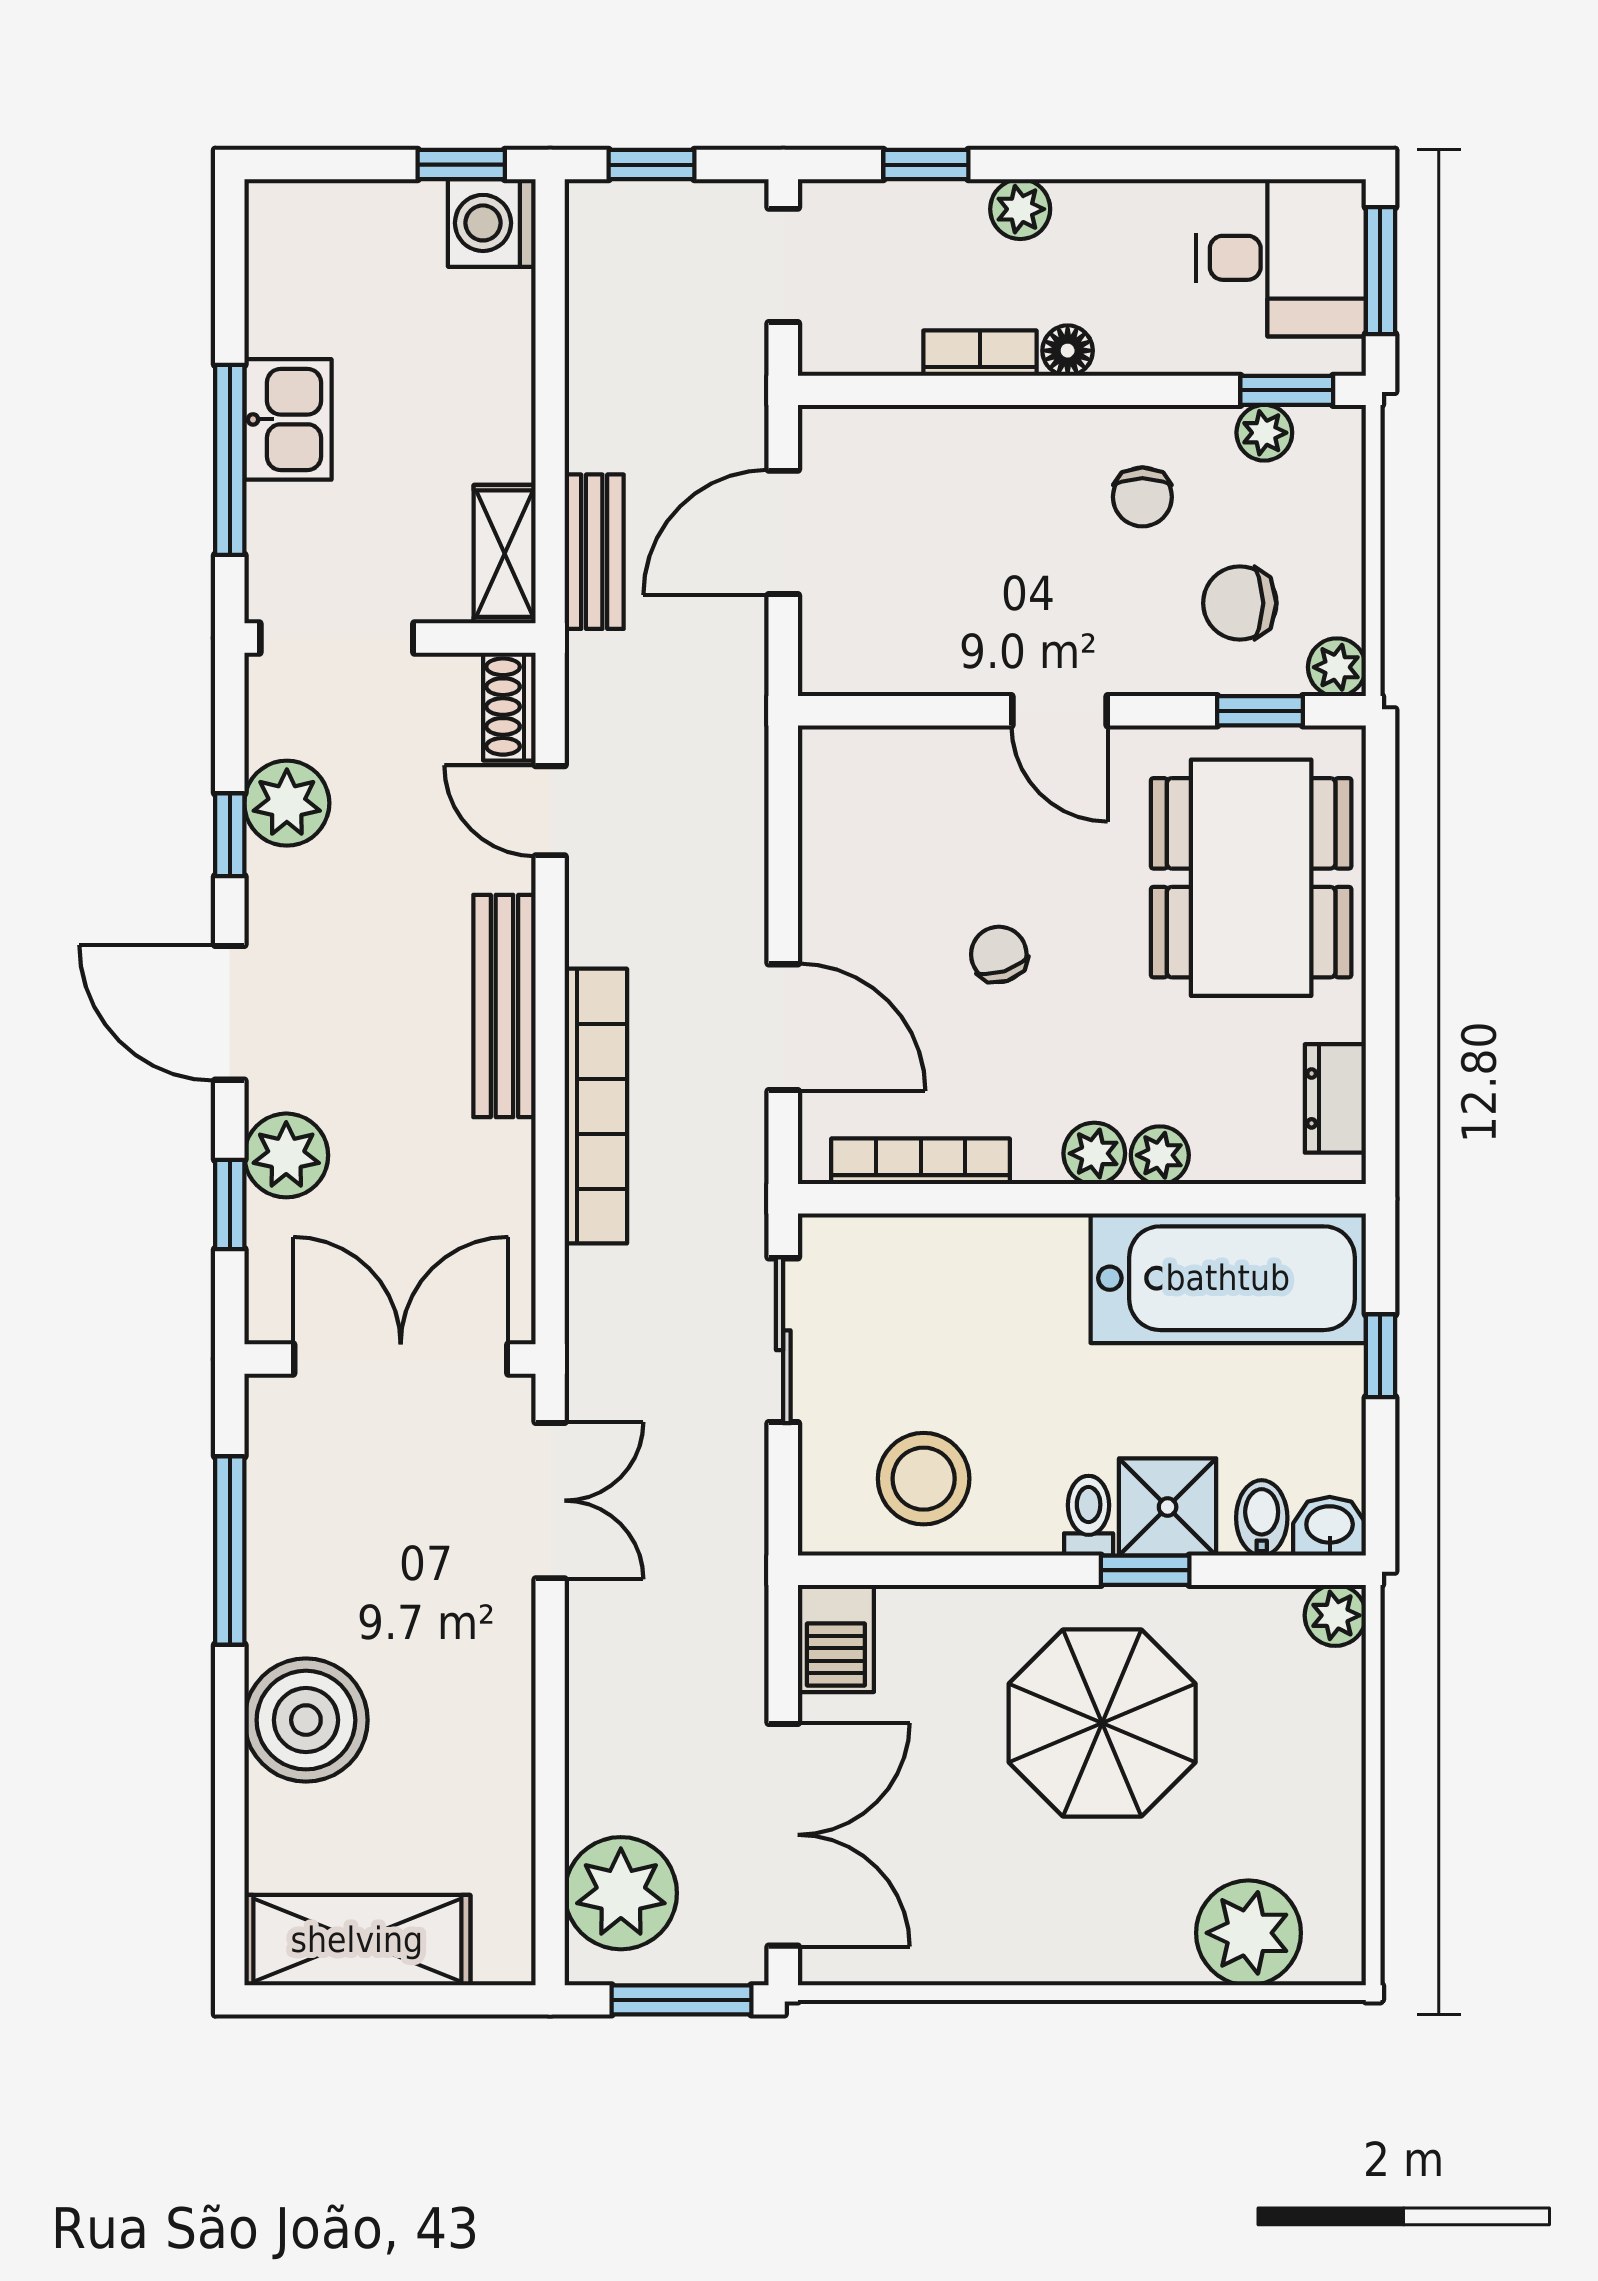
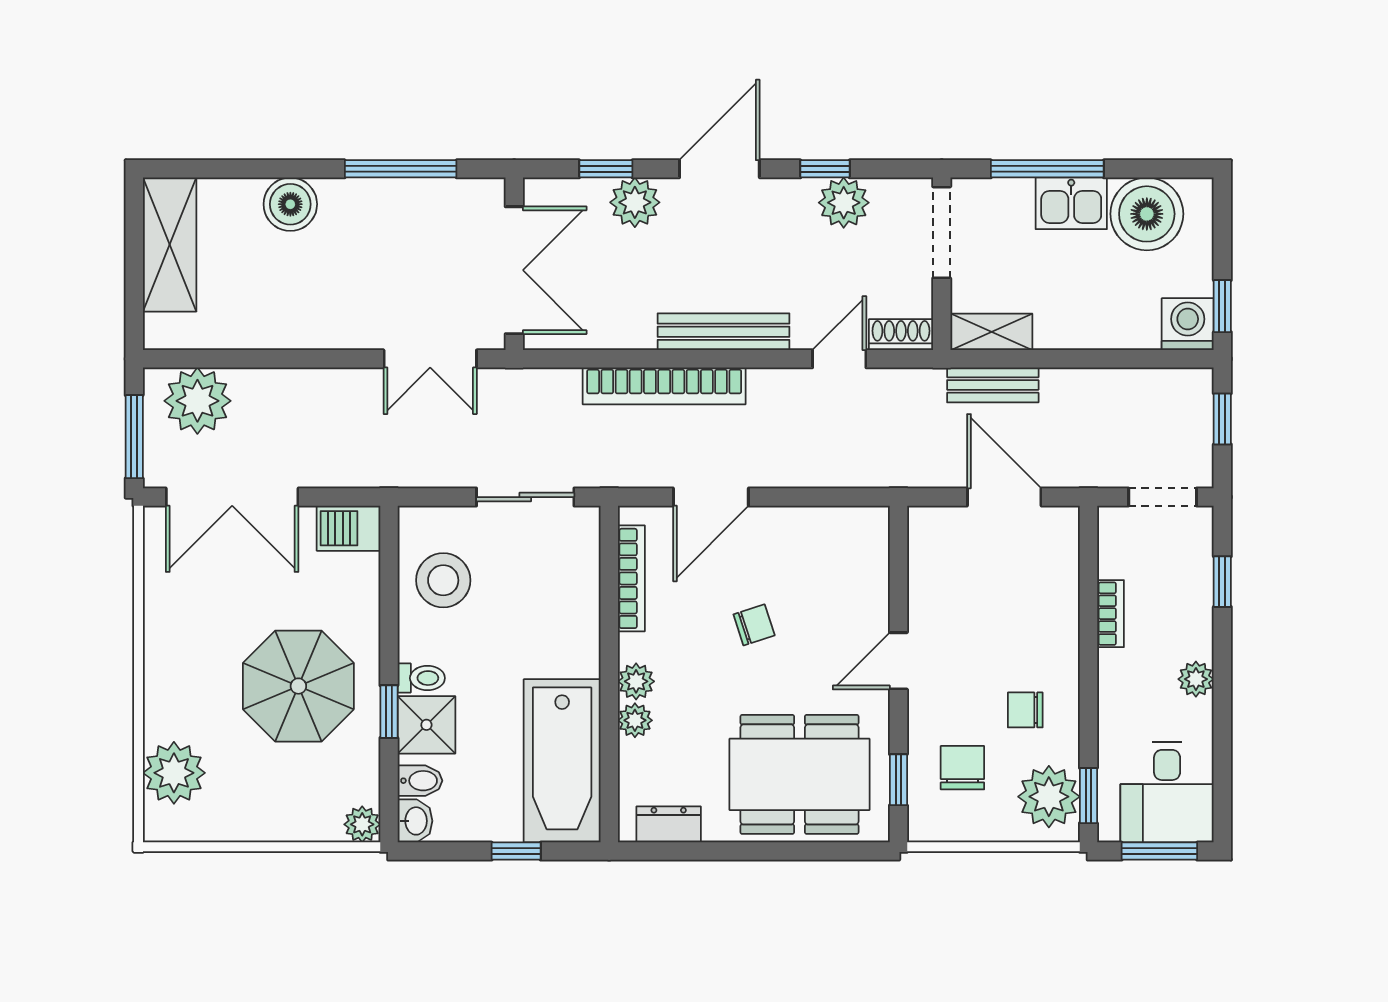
plant: (1020, 209) -> (1196, 679), moved
boiler: (306, 292) -> (1147, 214), added
floor lamp: (1068, 351) -> (1112, 666), removed
plant: (1264, 433) -> (1049, 797), width x1.87, depth x1.87
plant: (1337, 667) -> (924, 825), removed
boiler: (306, 1720) -> (290, 204), width x0.73, depth x0.73

